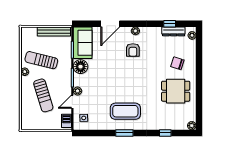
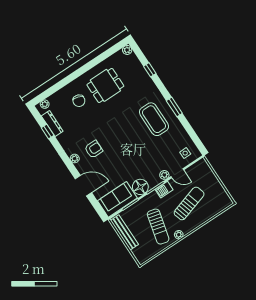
dining table: (176, 91) -> (105, 85), turned 90
barbecue: (67, 121) -> (164, 190), moved

